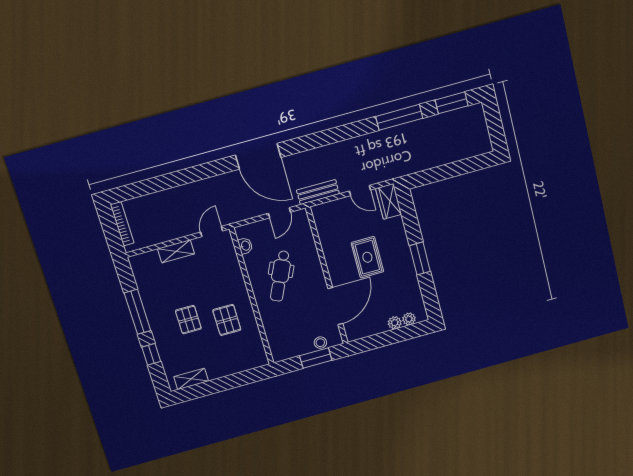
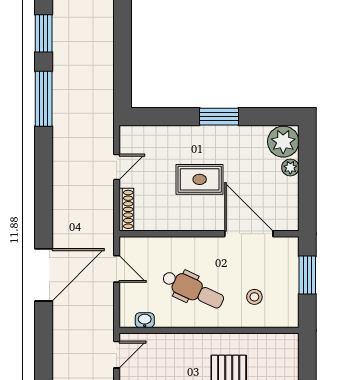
bench: (318, 192) -> (105, 217), removed
wardrobe: (389, 201) -> (139, 137), removed
shoe rack: (329, 207) -> (126, 209), added
door: (212, 232) -> (117, 355), swing flipped
plant: (409, 319) -> (283, 142), width x1.88, depth x1.88
stool: (320, 343) -> (254, 297), moved

